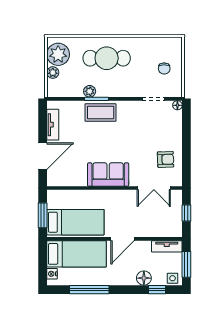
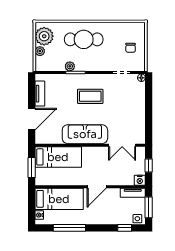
coffee table: (101, 112) -> (90, 96), moved
armchair: (166, 159) -> (132, 122), removed
sofa: (108, 175) -> (85, 134), width x1.36
bed: (75, 222) -> (58, 157), moved
nightstand: (175, 231) -> (140, 180), added
floor lamp: (144, 278) -> (114, 219), removed

